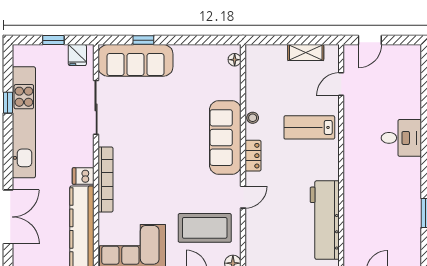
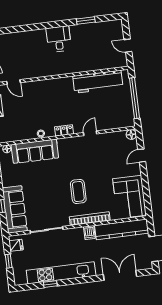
lab bench: (309, 127) -> (42, 98), removed
sofa: (225, 138) -> (35, 151), moved
desk: (401, 138) -> (59, 39), moved
door: (243, 197) -> (90, 133), hinge flipped
coffee table: (205, 228) -> (78, 191), moved, width x0.73, depth x0.76

